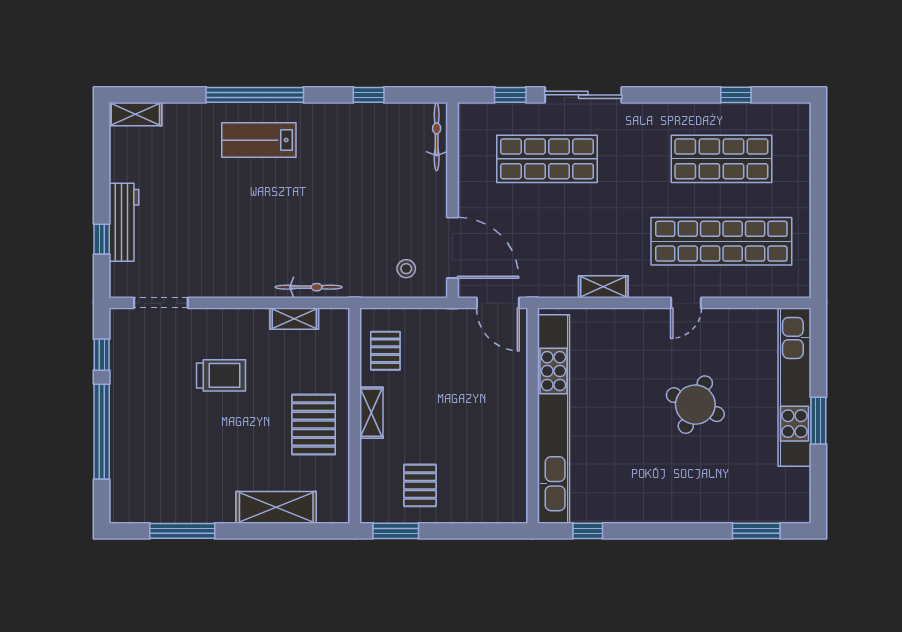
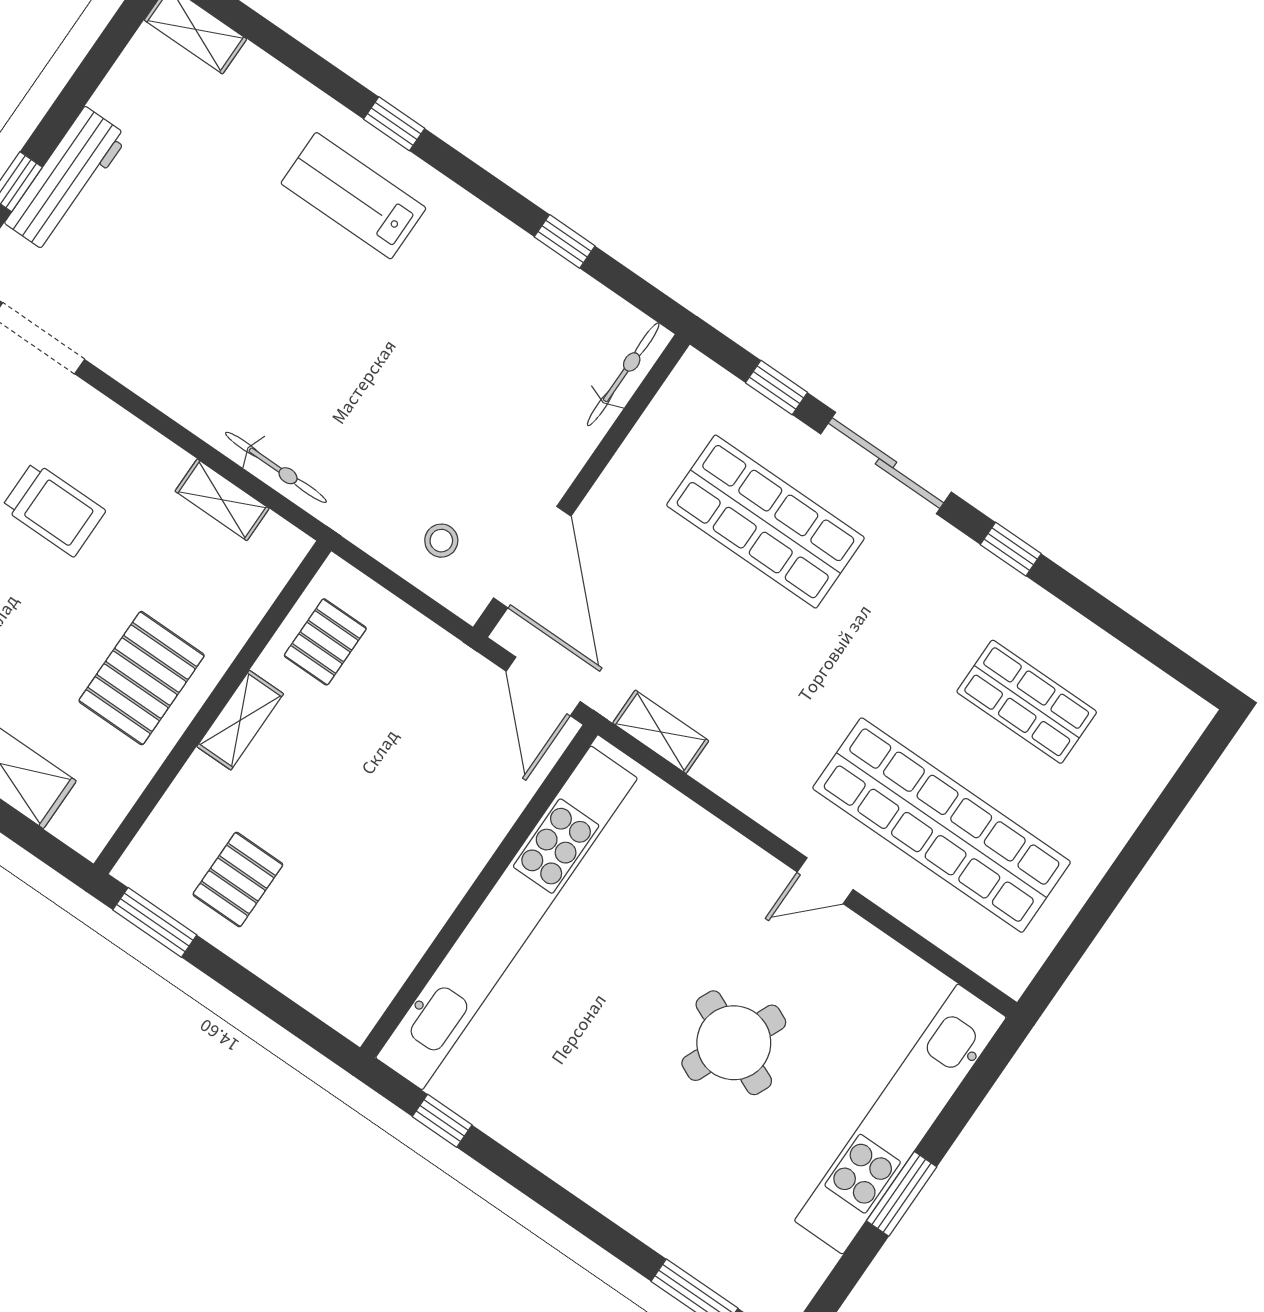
window: (255, 95) -> (394, 124), width x0.32
window: (736, 95) -> (1011, 549), moved
shop shelf: (721, 159) -> (1027, 702), width x0.70, depth x0.74
shelving: (603, 287) -> (661, 732), moved

